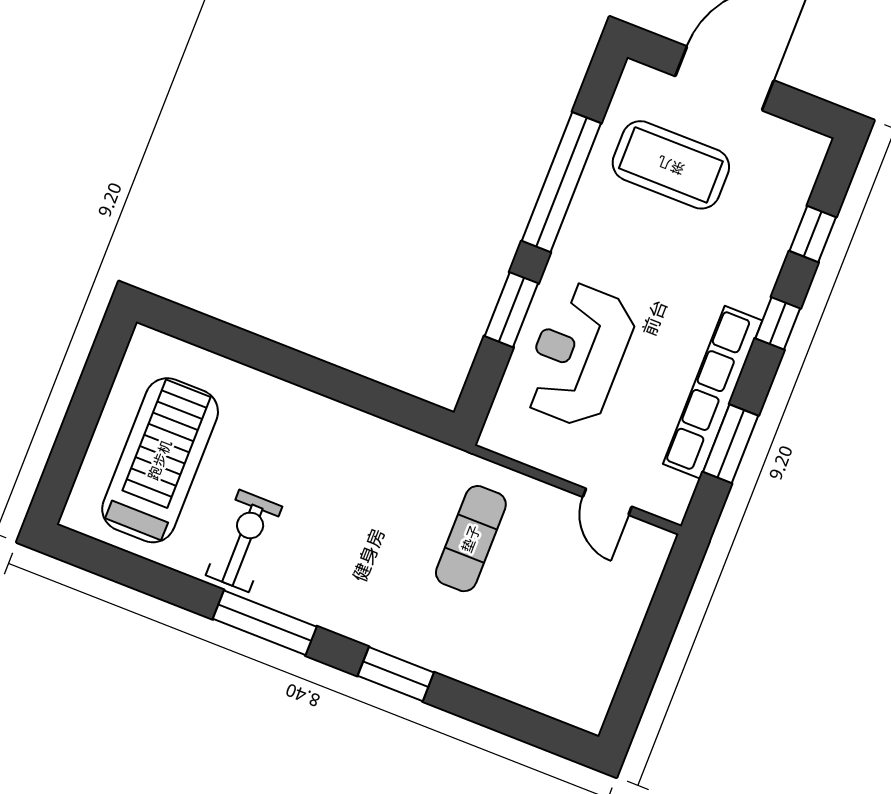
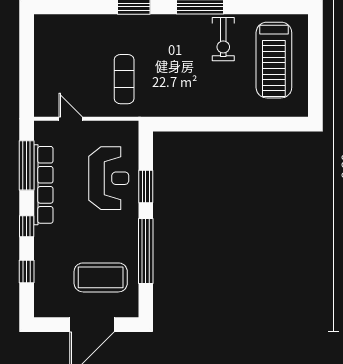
window: (731, 444) -> (27, 165), width x1.44

